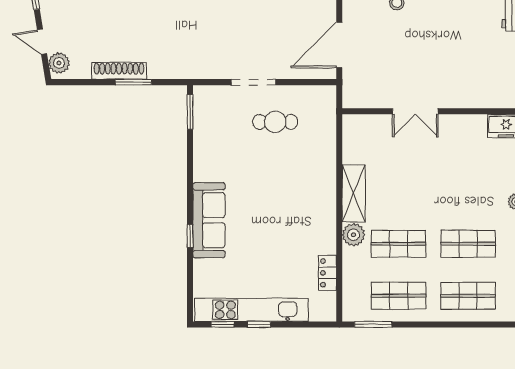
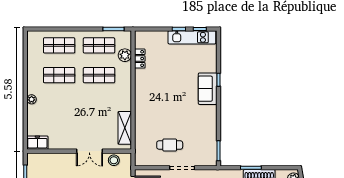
stool: (373, 95) -> (114, 160), added
double door: (415, 111) -> (89, 151), swing flipped
shelving: (354, 193) -> (125, 128), moved
sofa: (209, 220) -> (208, 89), width x0.73
plant: (354, 235) -> (125, 55), moved
kitchen unit: (251, 310) -> (192, 37), width x0.73

